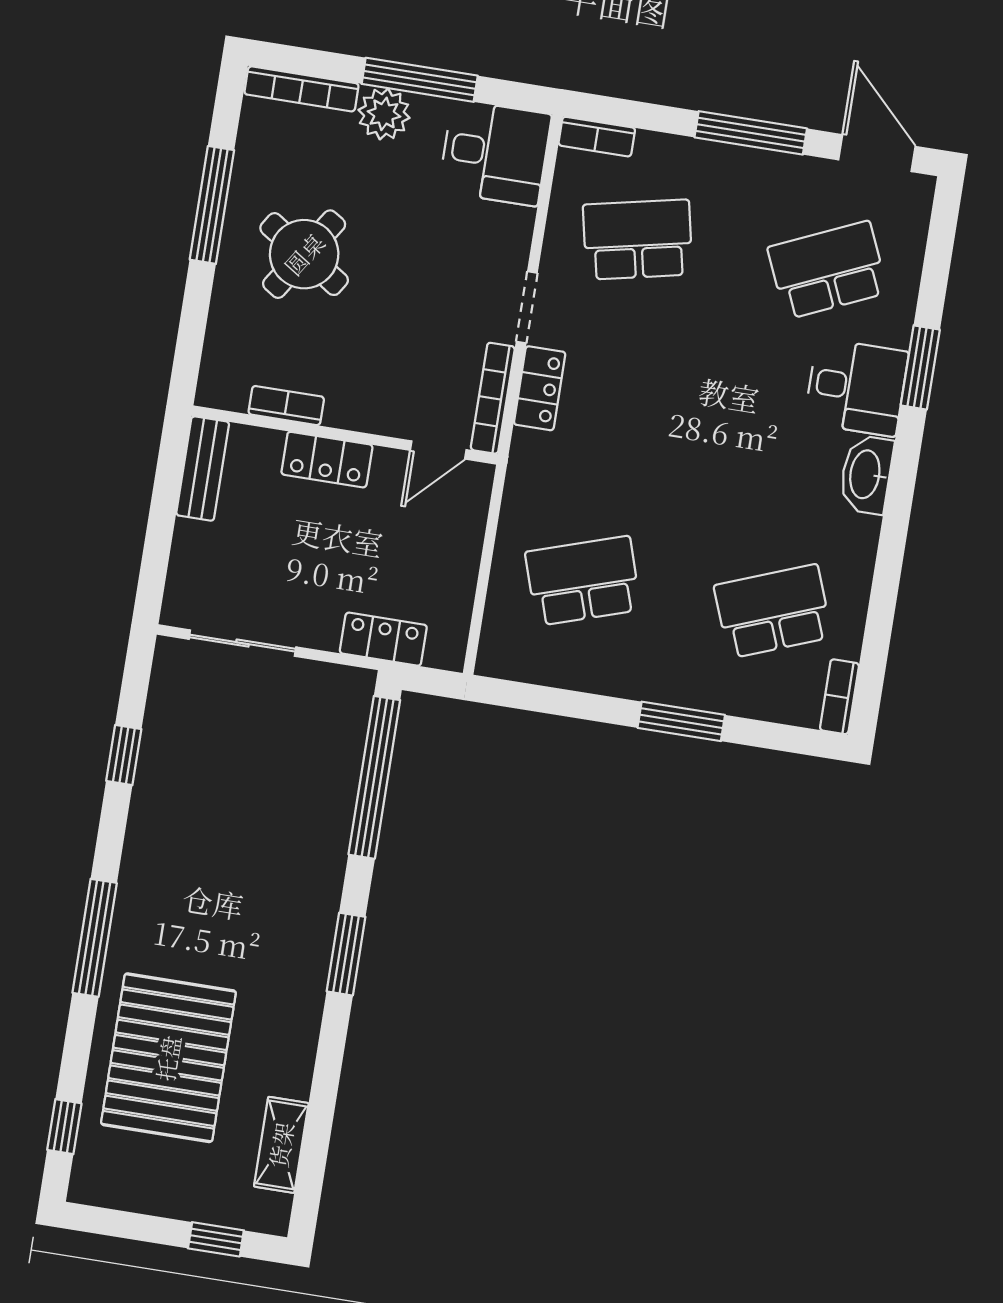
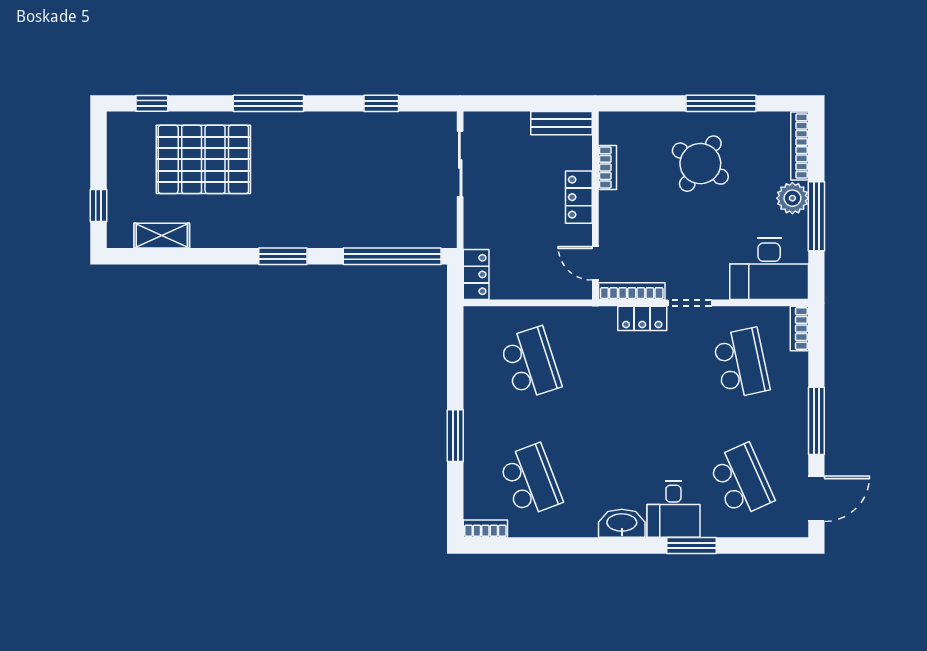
desk: (495, 153) -> (769, 269), width x1.37
locker: (383, 639) -> (476, 274), moved

